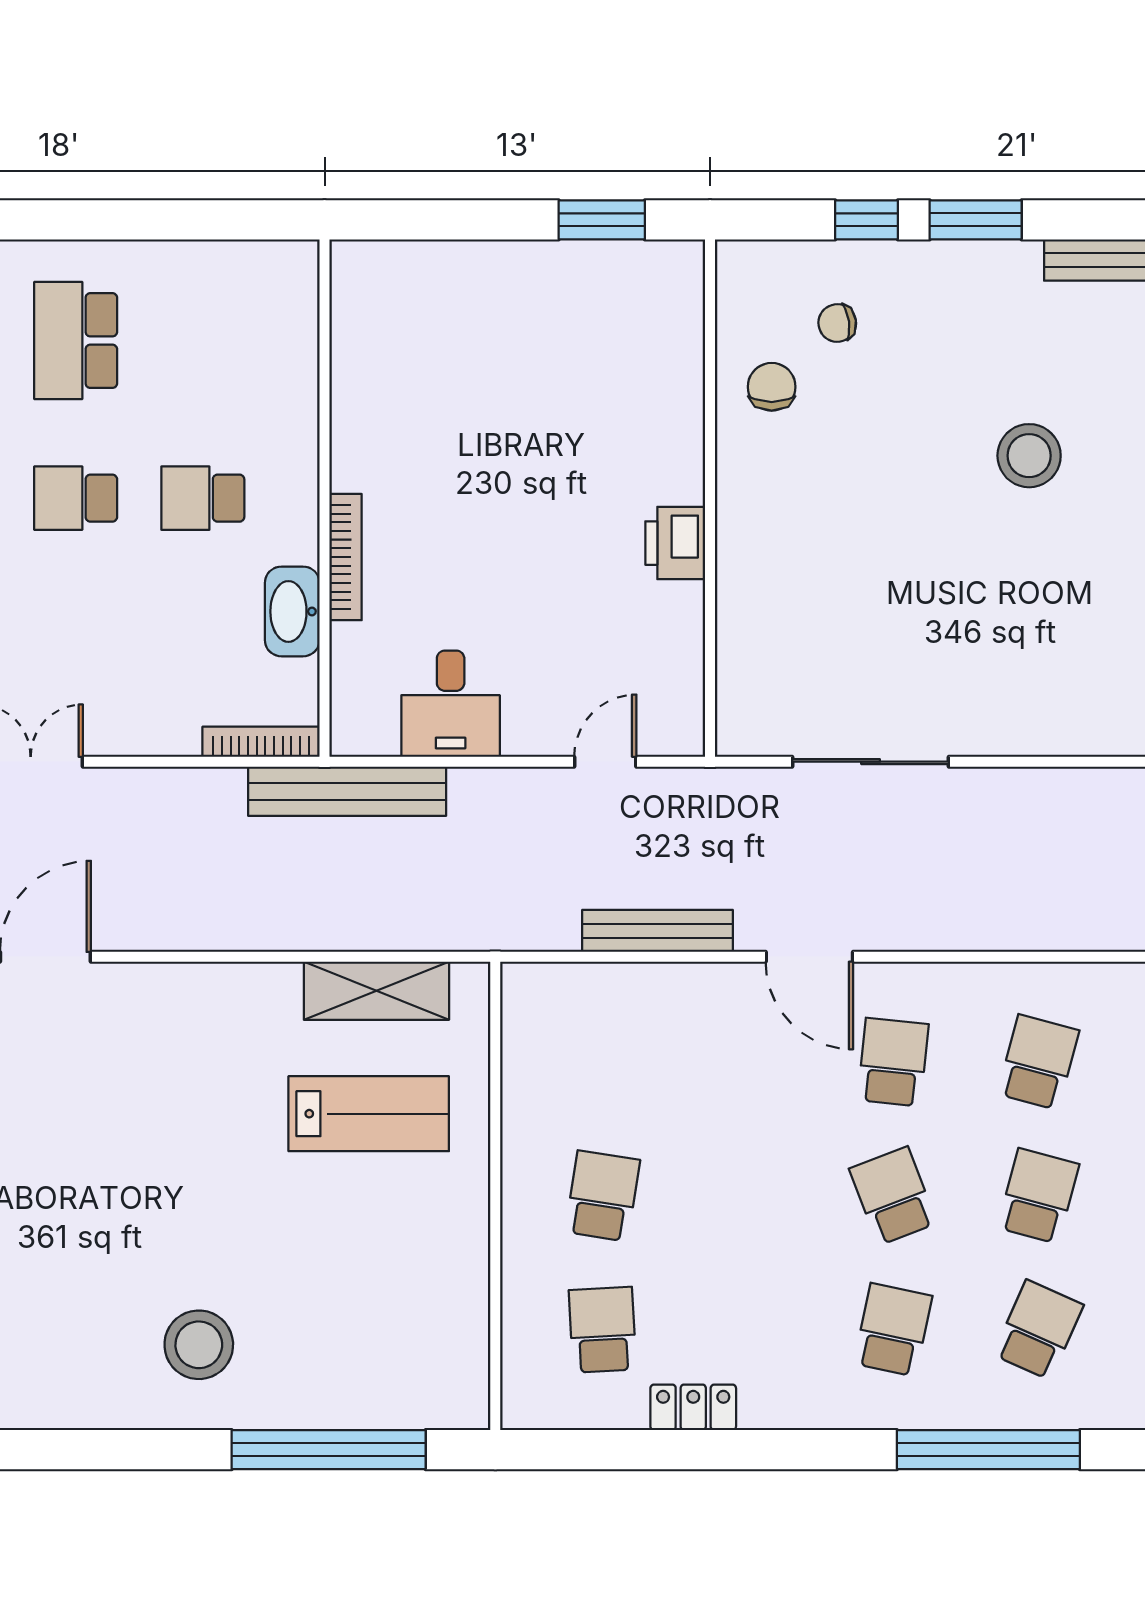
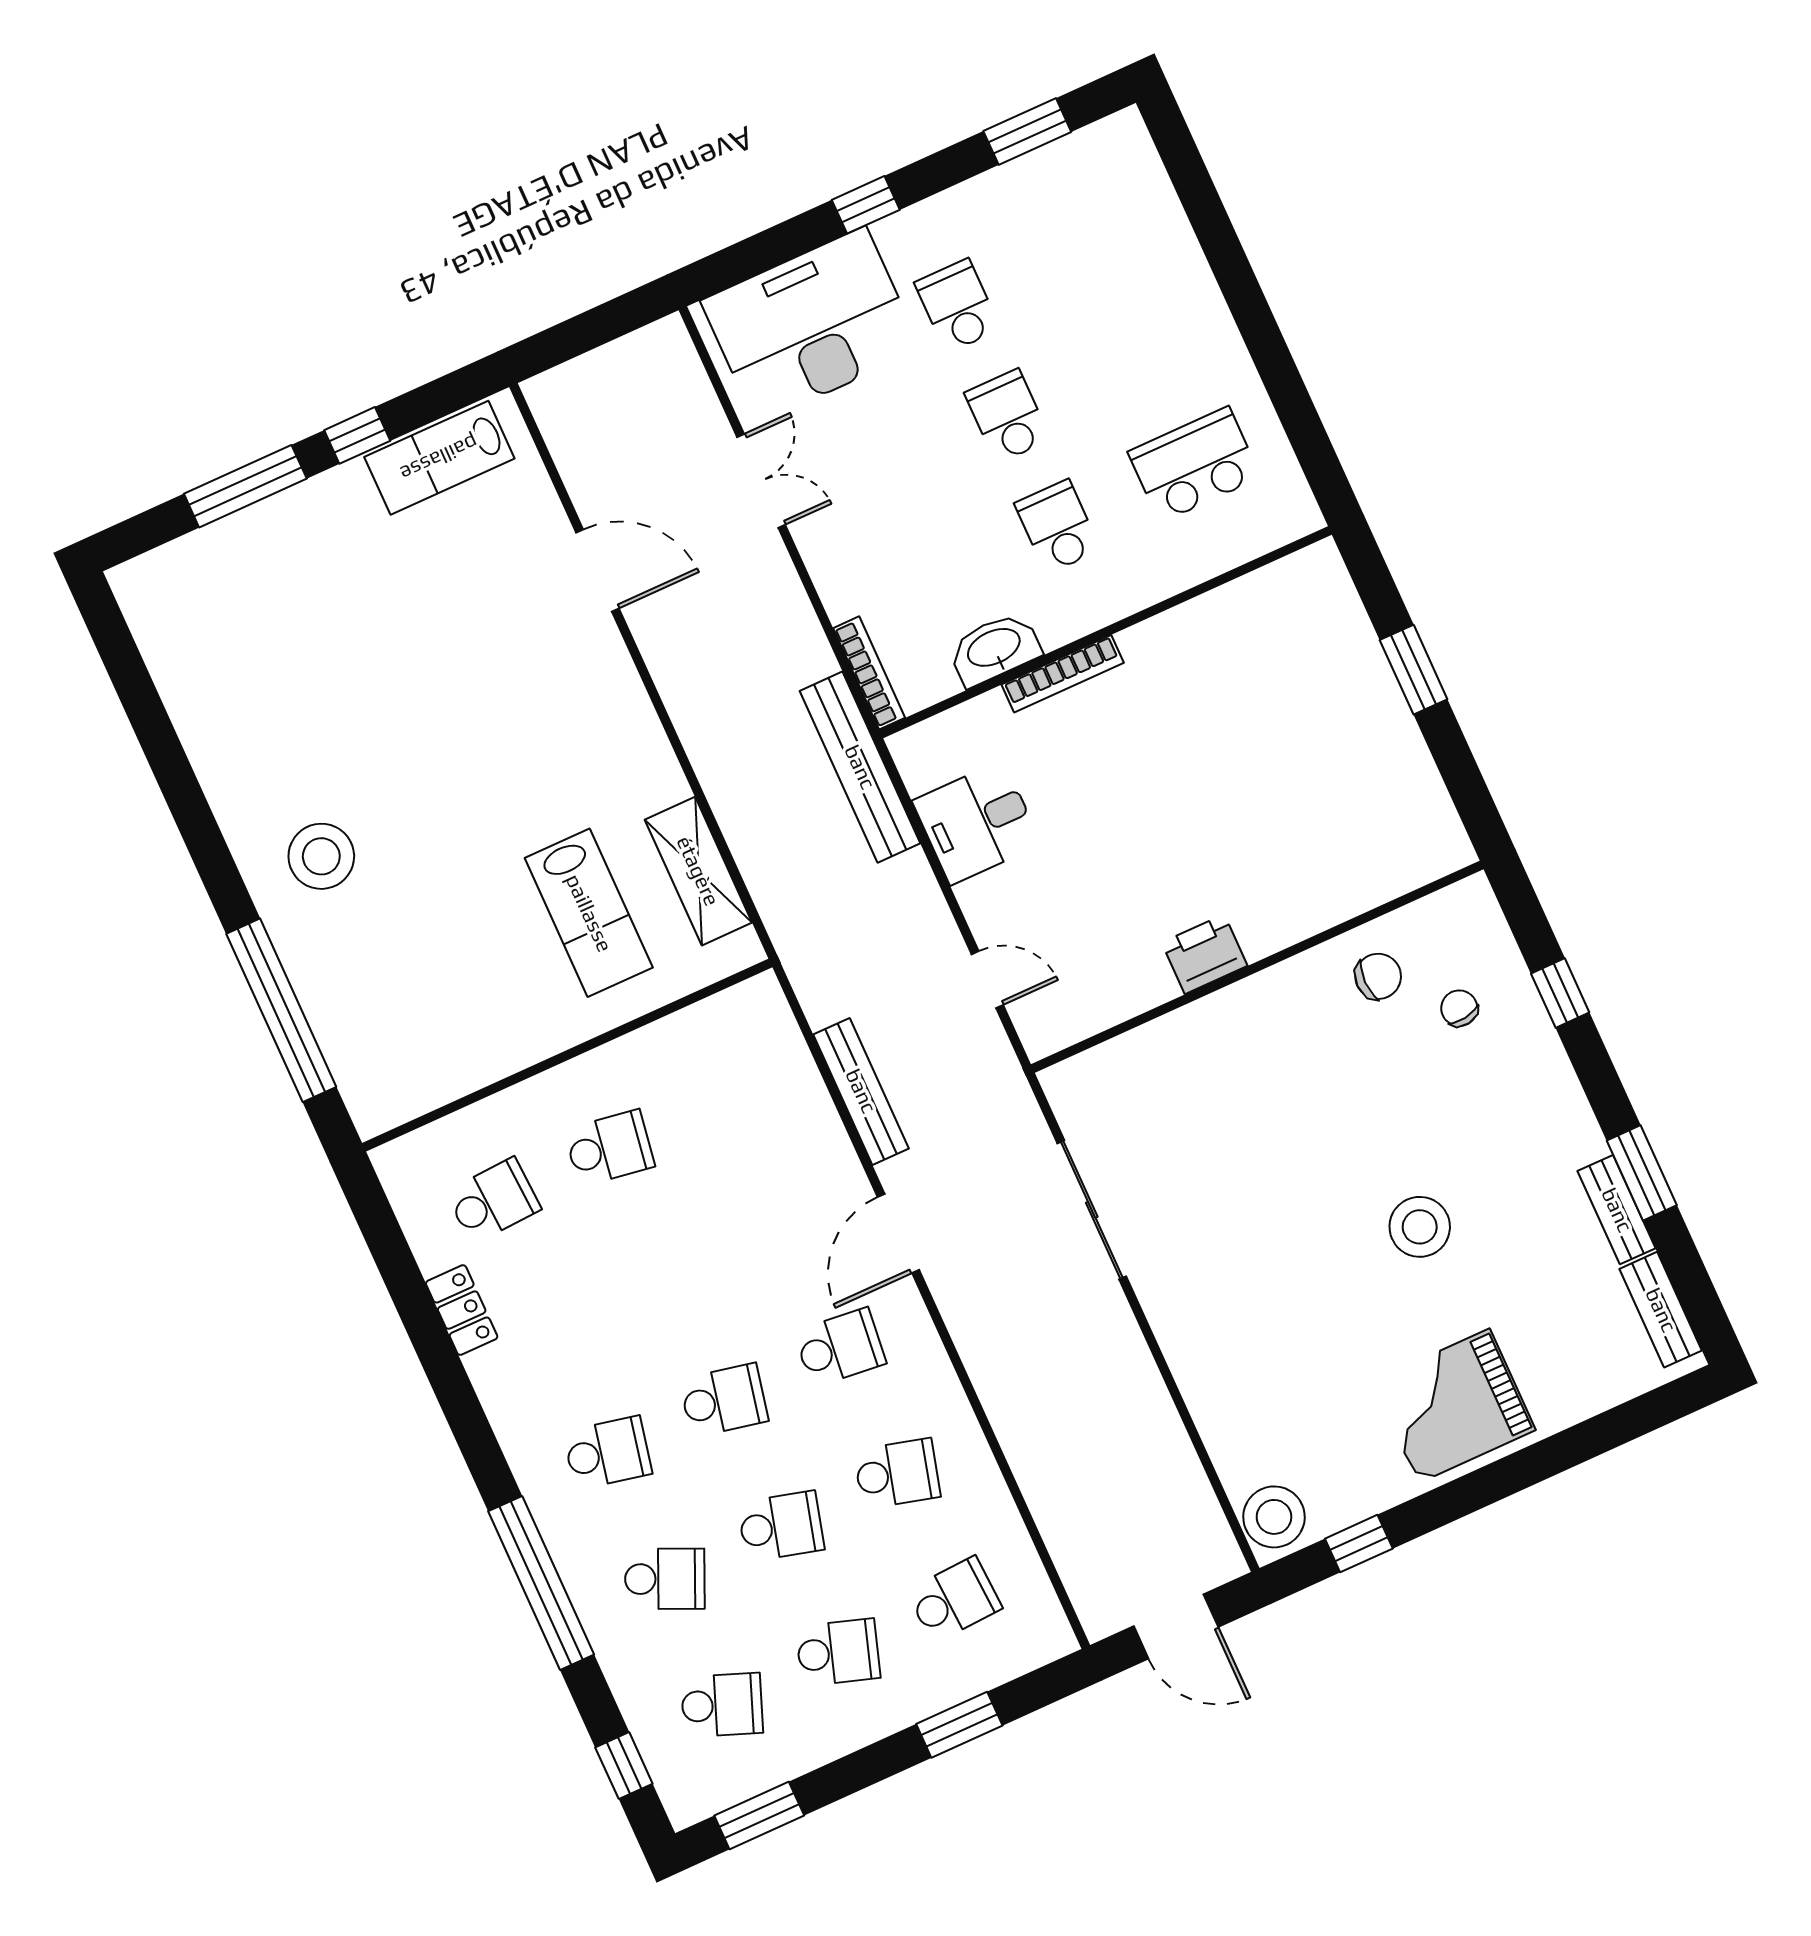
window: (602, 220) -> (1414, 670), moved
window: (976, 220) -> (1642, 1173), moved
school desk: (76, 341) -> (1194, 465), moved
school desk: (893, 1196) -> (724, 1400), turned 33

